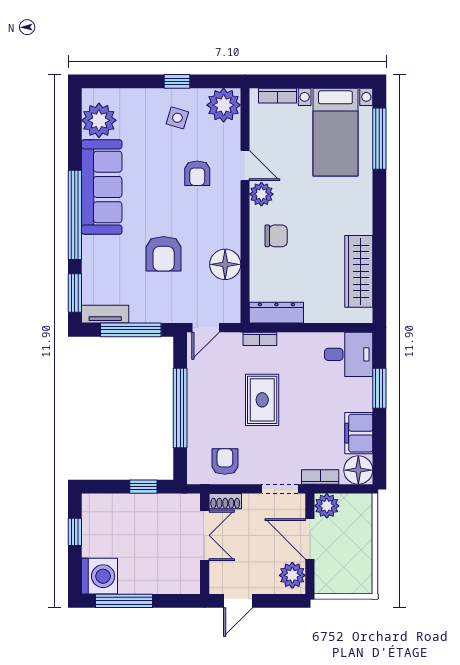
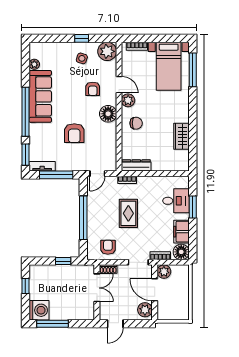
plant: (99, 120) -> (34, 64), width x0.53, depth x0.53
floor lamp: (225, 264) -> (108, 114), moved
wardrobe: (359, 271) -> (181, 136), width x0.67
desk: (349, 354) -> (176, 201), moved

